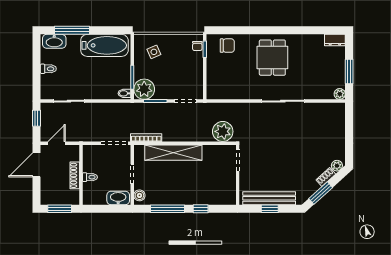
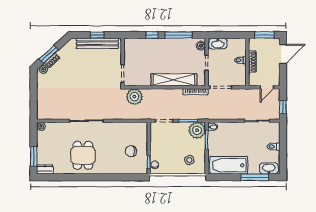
chair: (227, 46) -> (131, 151), moved
dining table: (272, 58) -> (83, 155), moved
window: (349, 71) -> (34, 156), moved
door: (37, 165) -> (283, 54), moved
window: (321, 193) -> (49, 54), moved

